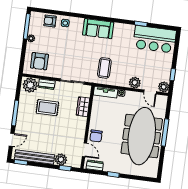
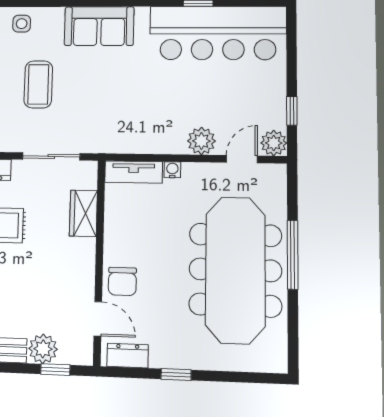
bar counter: (155, 39) -> (218, 33), width x1.36
coffee table: (104, 68) -> (38, 84), moved
door: (150, 92) -> (242, 159), swing flipped

